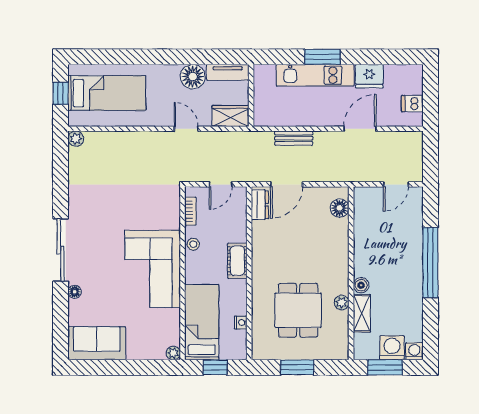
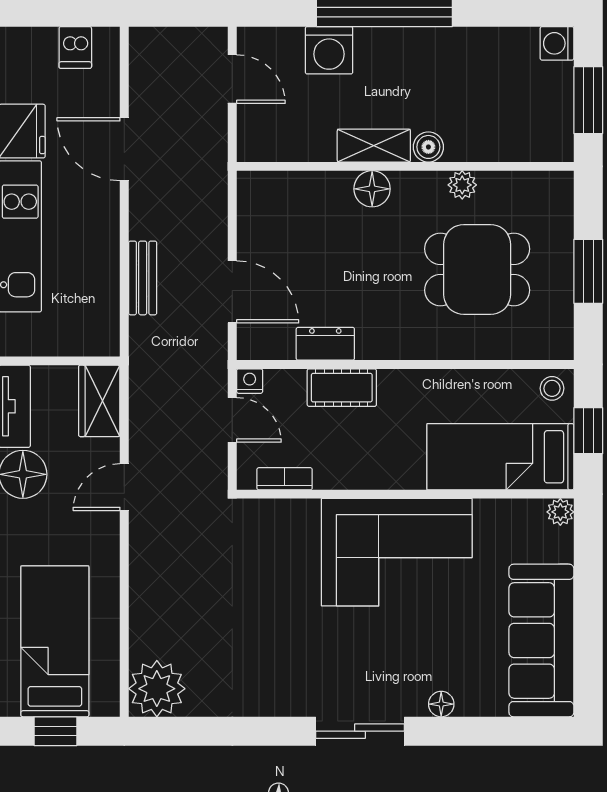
plant: (76, 139) -> (157, 689), width x1.87, depth x1.87
dresser: (260, 205) -> (325, 344), moved
floor lamp: (340, 208) -> (372, 189), moved
stool: (193, 244) -> (552, 388), moved
sliding door: (61, 250) -> (360, 731), width x0.73
cot: (237, 261) -> (342, 388), moved
shelving: (362, 313) -> (374, 146), moved
nightstand: (241, 323) -> (250, 381), moved
sofa: (97, 343) -> (541, 640), width x1.36
washing machine: (392, 348) -> (329, 50), moved, turned -90

